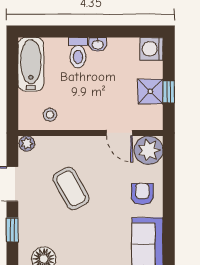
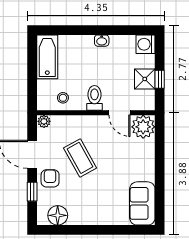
toilet: (78, 53) -> (94, 98), moved, turned 180
armchair: (142, 194) -> (50, 178), moved

